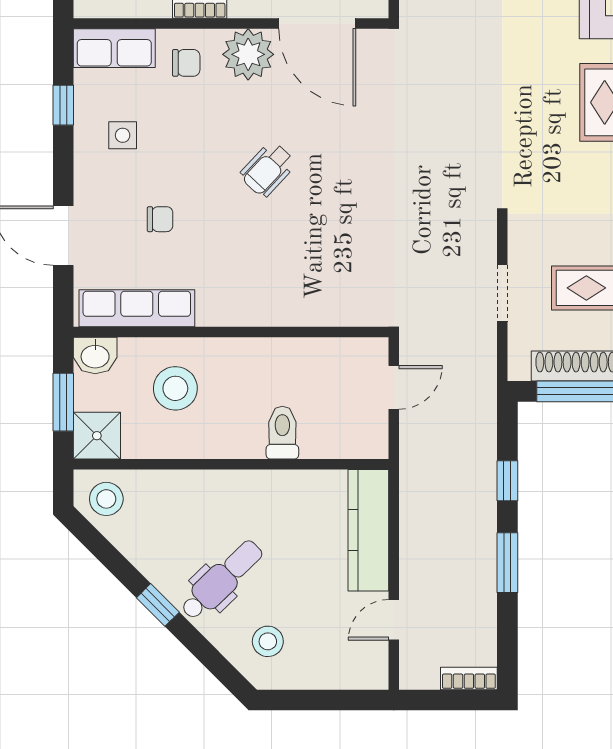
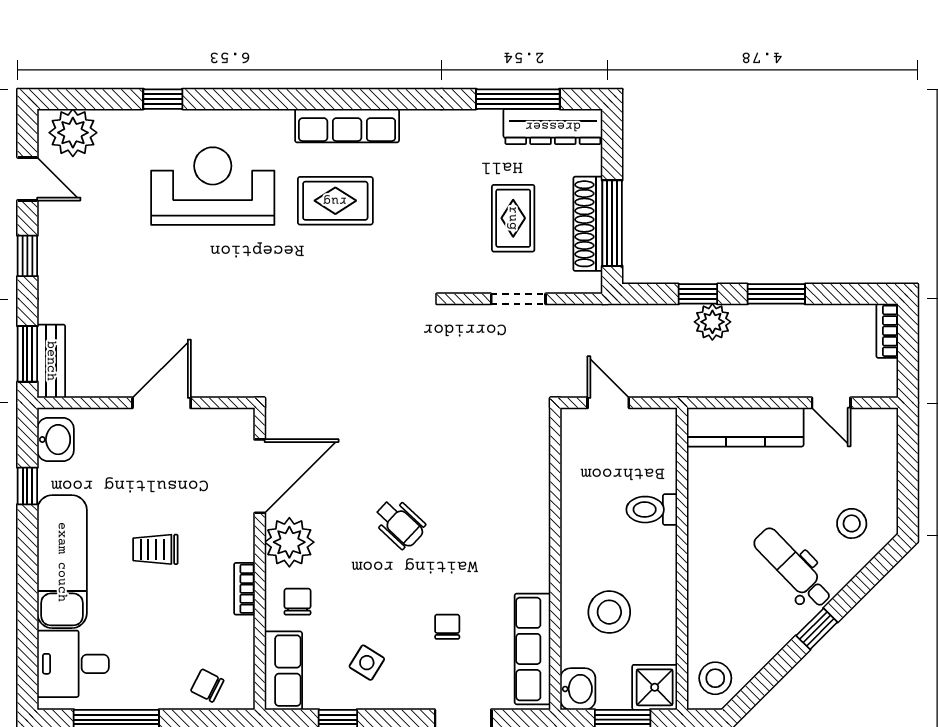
side table: (123, 135) -> (367, 663), turned 32
plant: (478, 496) -> (712, 322), added

